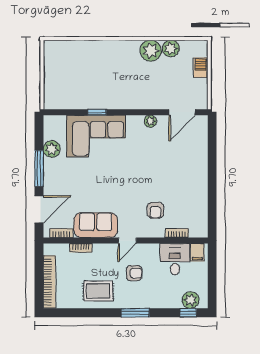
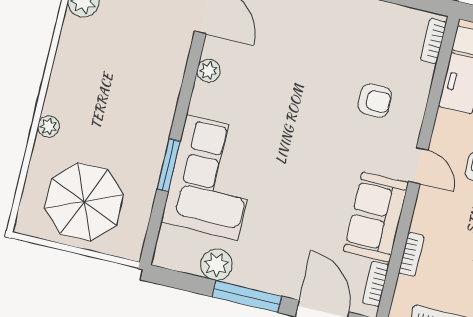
plant: (151, 51) -> (48, 127), moved, width x0.53, depth x0.53
parasol: (68, 73) -> (84, 202), added
window: (97, 112) -> (169, 165), width x1.50
bookcase: (177, 233) -> (433, 41), moved

